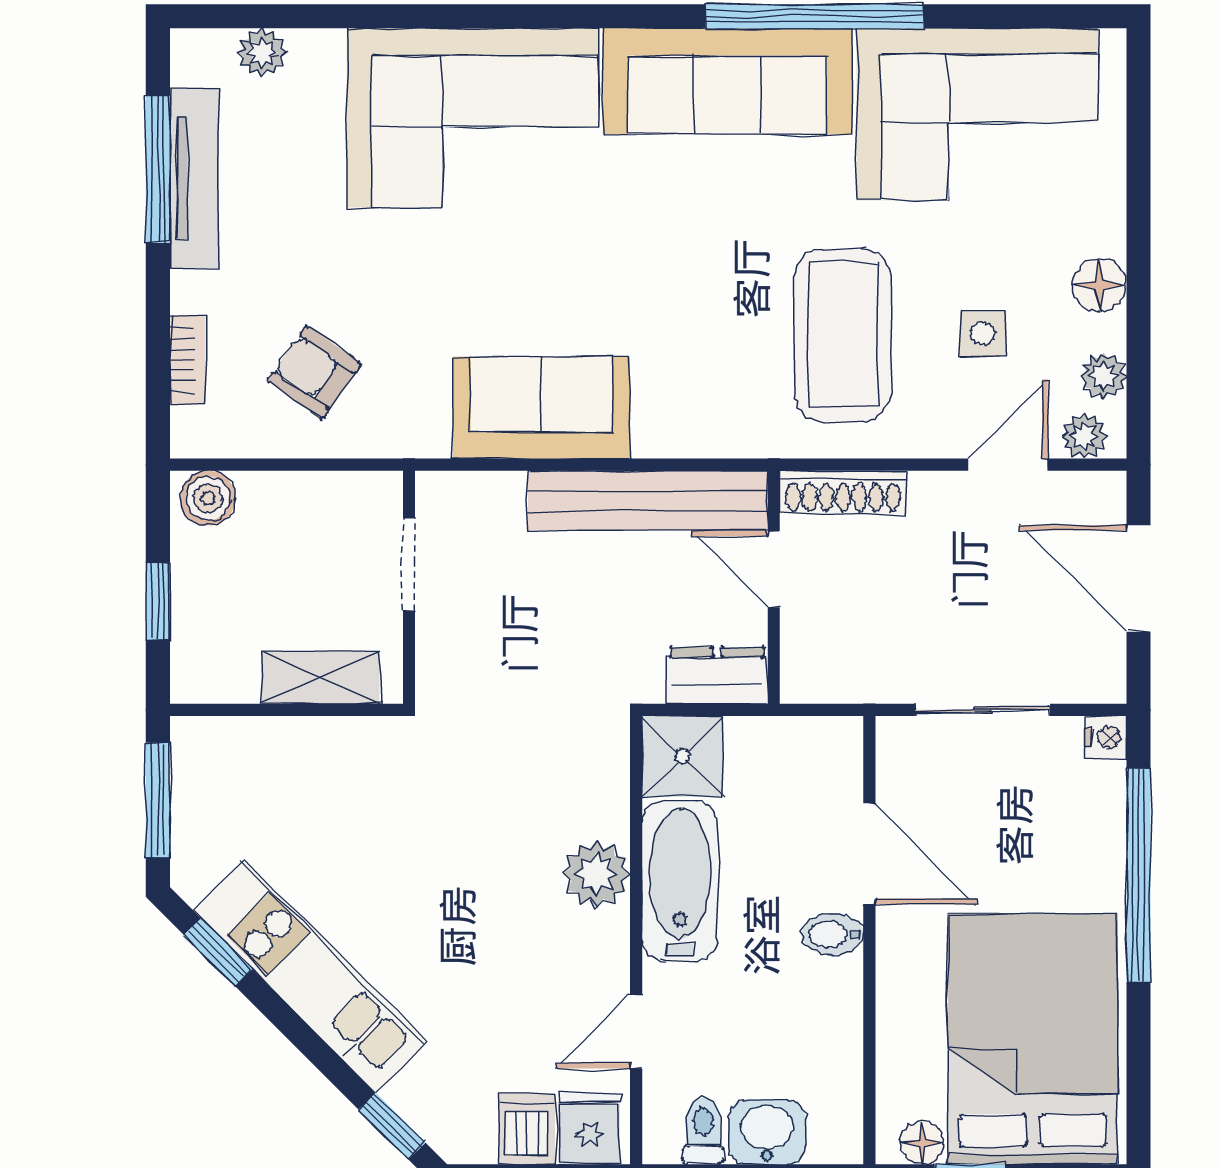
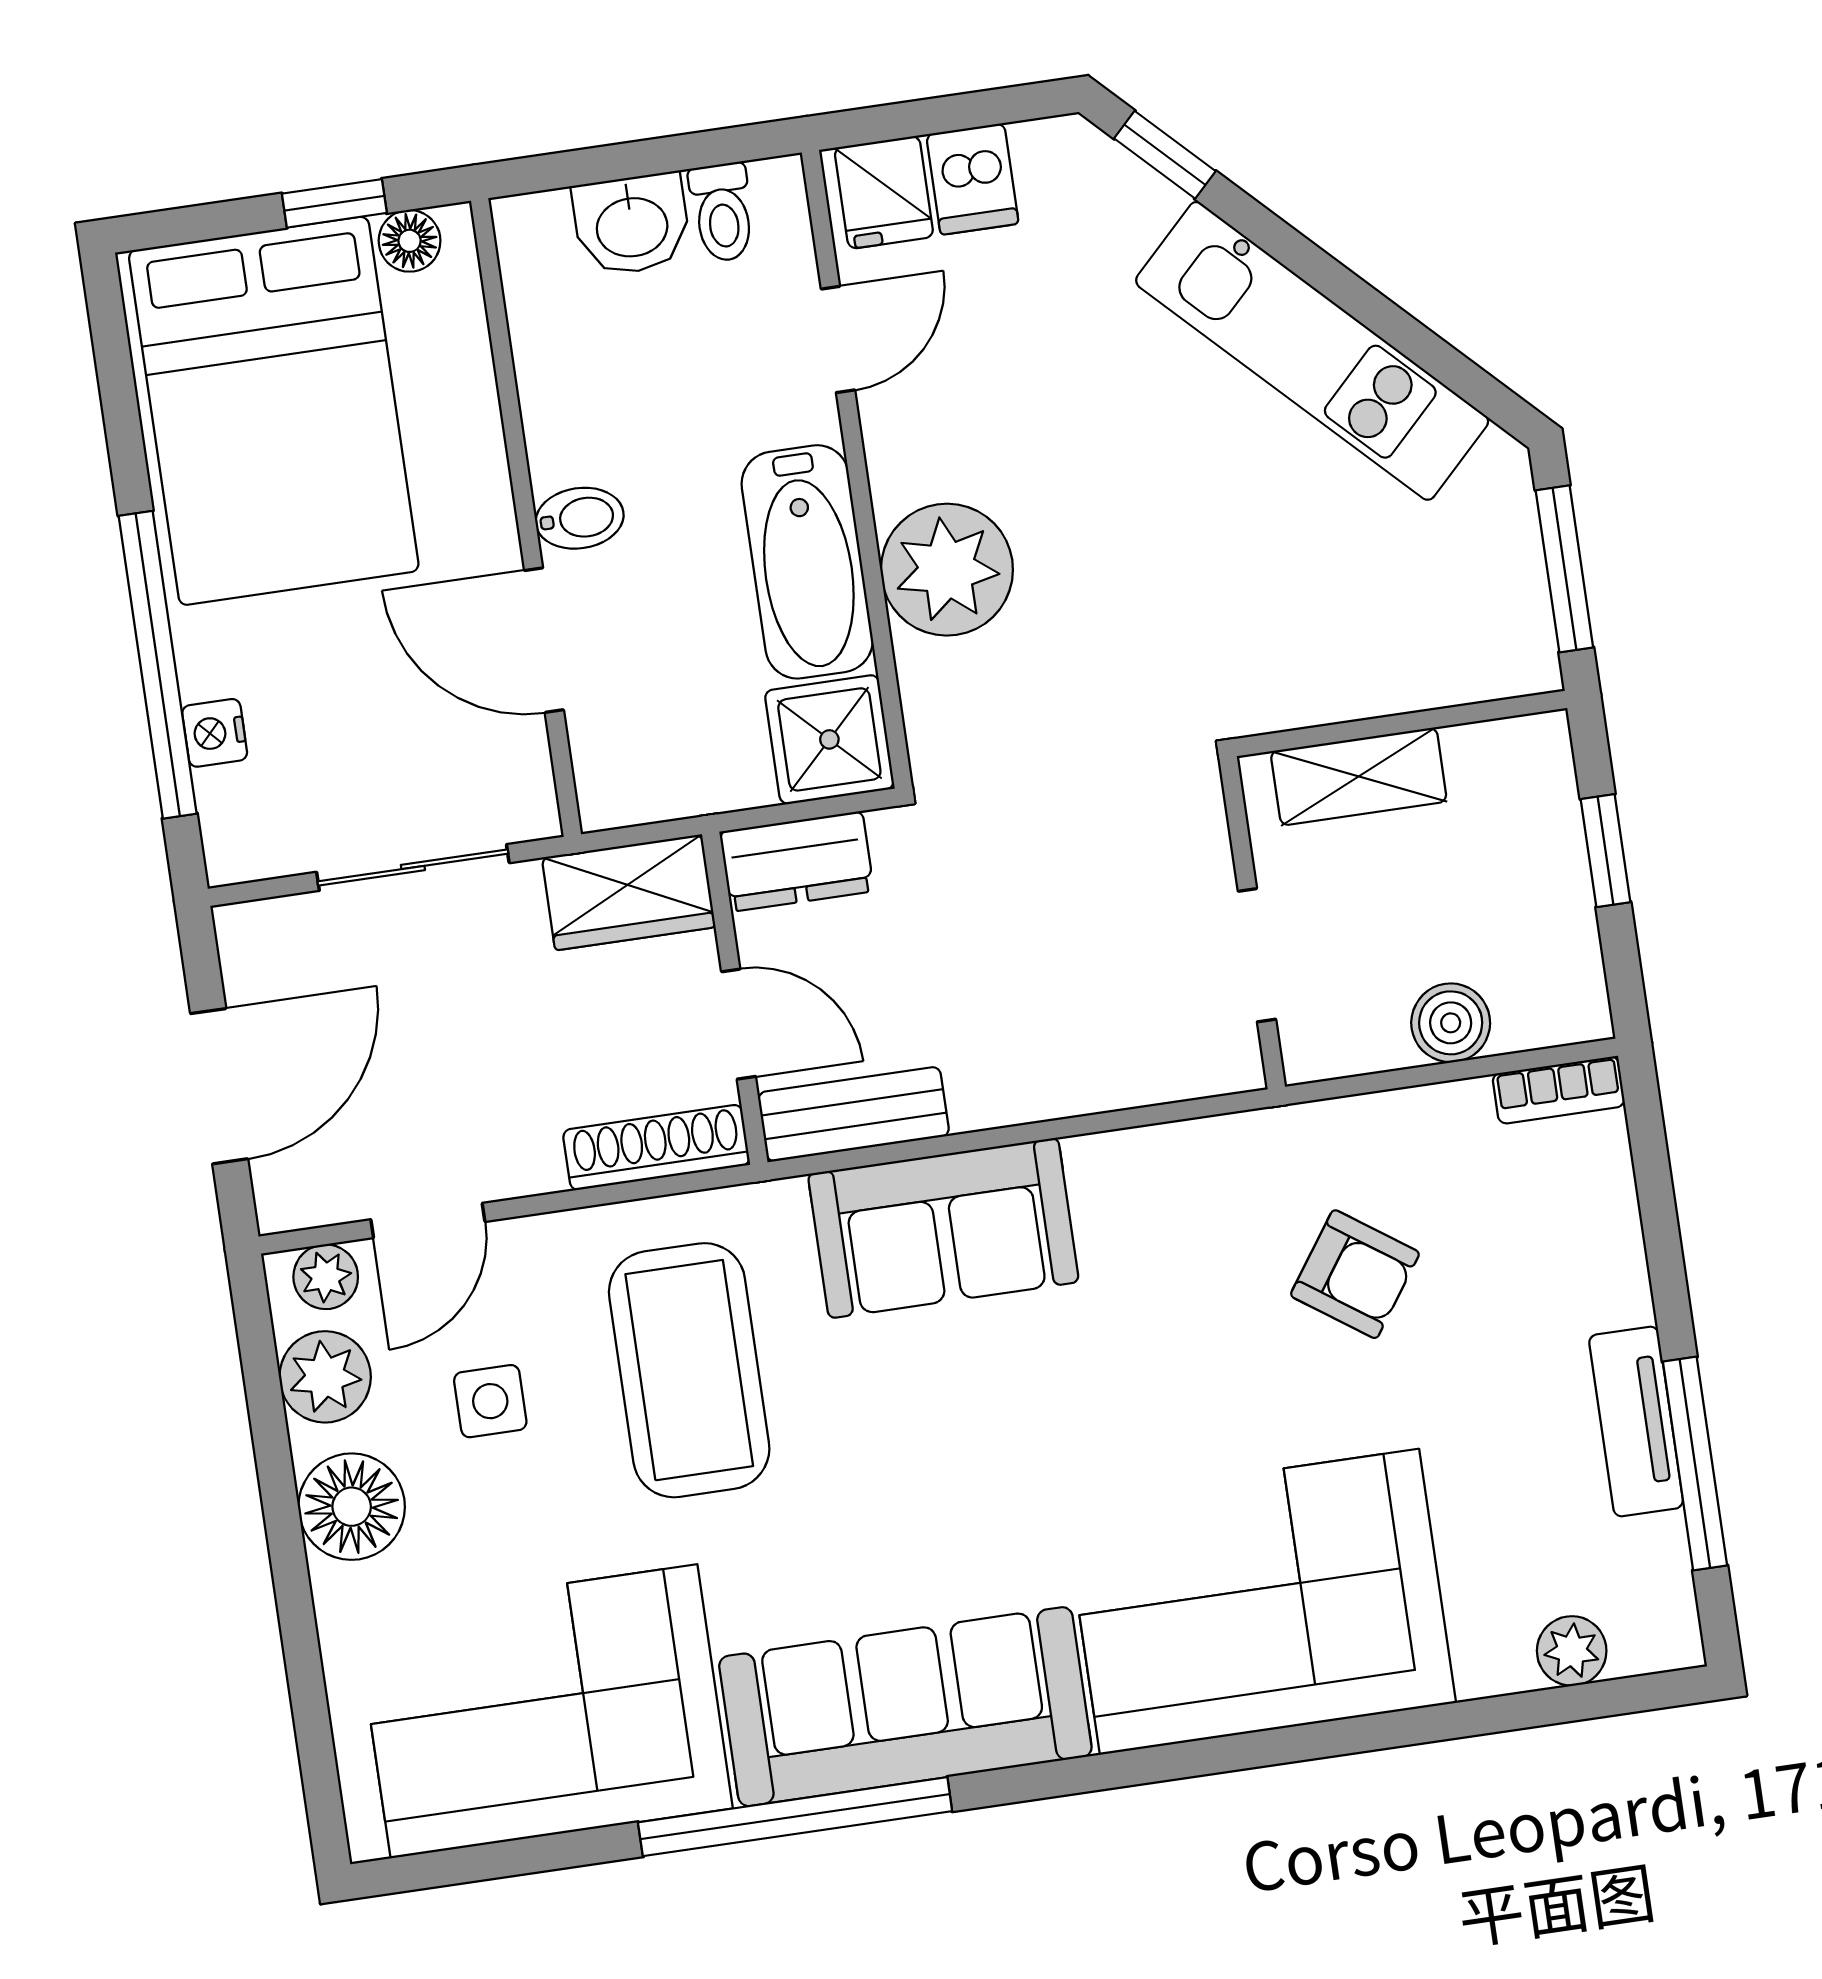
tv unit: (194, 178) -> (1636, 1422), width x0.71
floor lamp: (1100, 285) -> (352, 1507), width x1.38, depth x1.38
bookcase: (188, 360) -> (1559, 1090), moved, turned -90
armchair: (314, 372) -> (1355, 1274), moved
plant: (1103, 376) -> (325, 1377), width x1.38, depth x1.38
sofa: (541, 408) -> (943, 1228), moved
boiler: (208, 498) -> (1451, 1023), moved
bench: (648, 500) -> (854, 1114), width x0.54, depth x0.82
door: (1138, 578) -> (219, 1086), hinge flipped
wardrobe: (836, 671) -> (629, 892), added
nightstand: (1106, 738) -> (215, 733), moved
plant: (596, 874) -> (947, 570), width x1.36, depth x1.36
window: (218, 952) -> (1448, 366), removed

